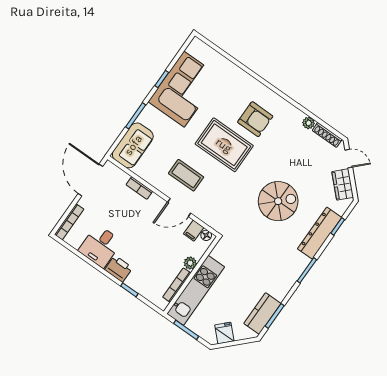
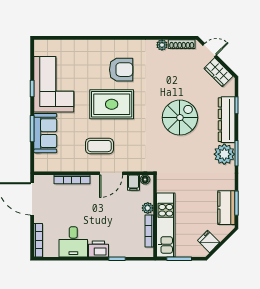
sofa: (133, 145) -> (45, 133), moved
bookcase: (139, 188) -> (72, 179), width x1.56
plant: (295, 263) -> (224, 154), added

